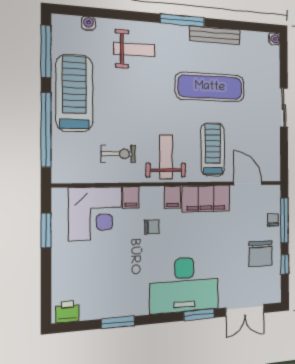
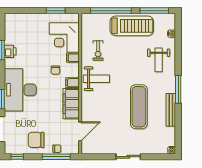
treadmill: (213, 149) -> (101, 108), removed
window: (285, 264) -> (17, 157), moved
printer: (67, 312) -> (10, 51), moved

